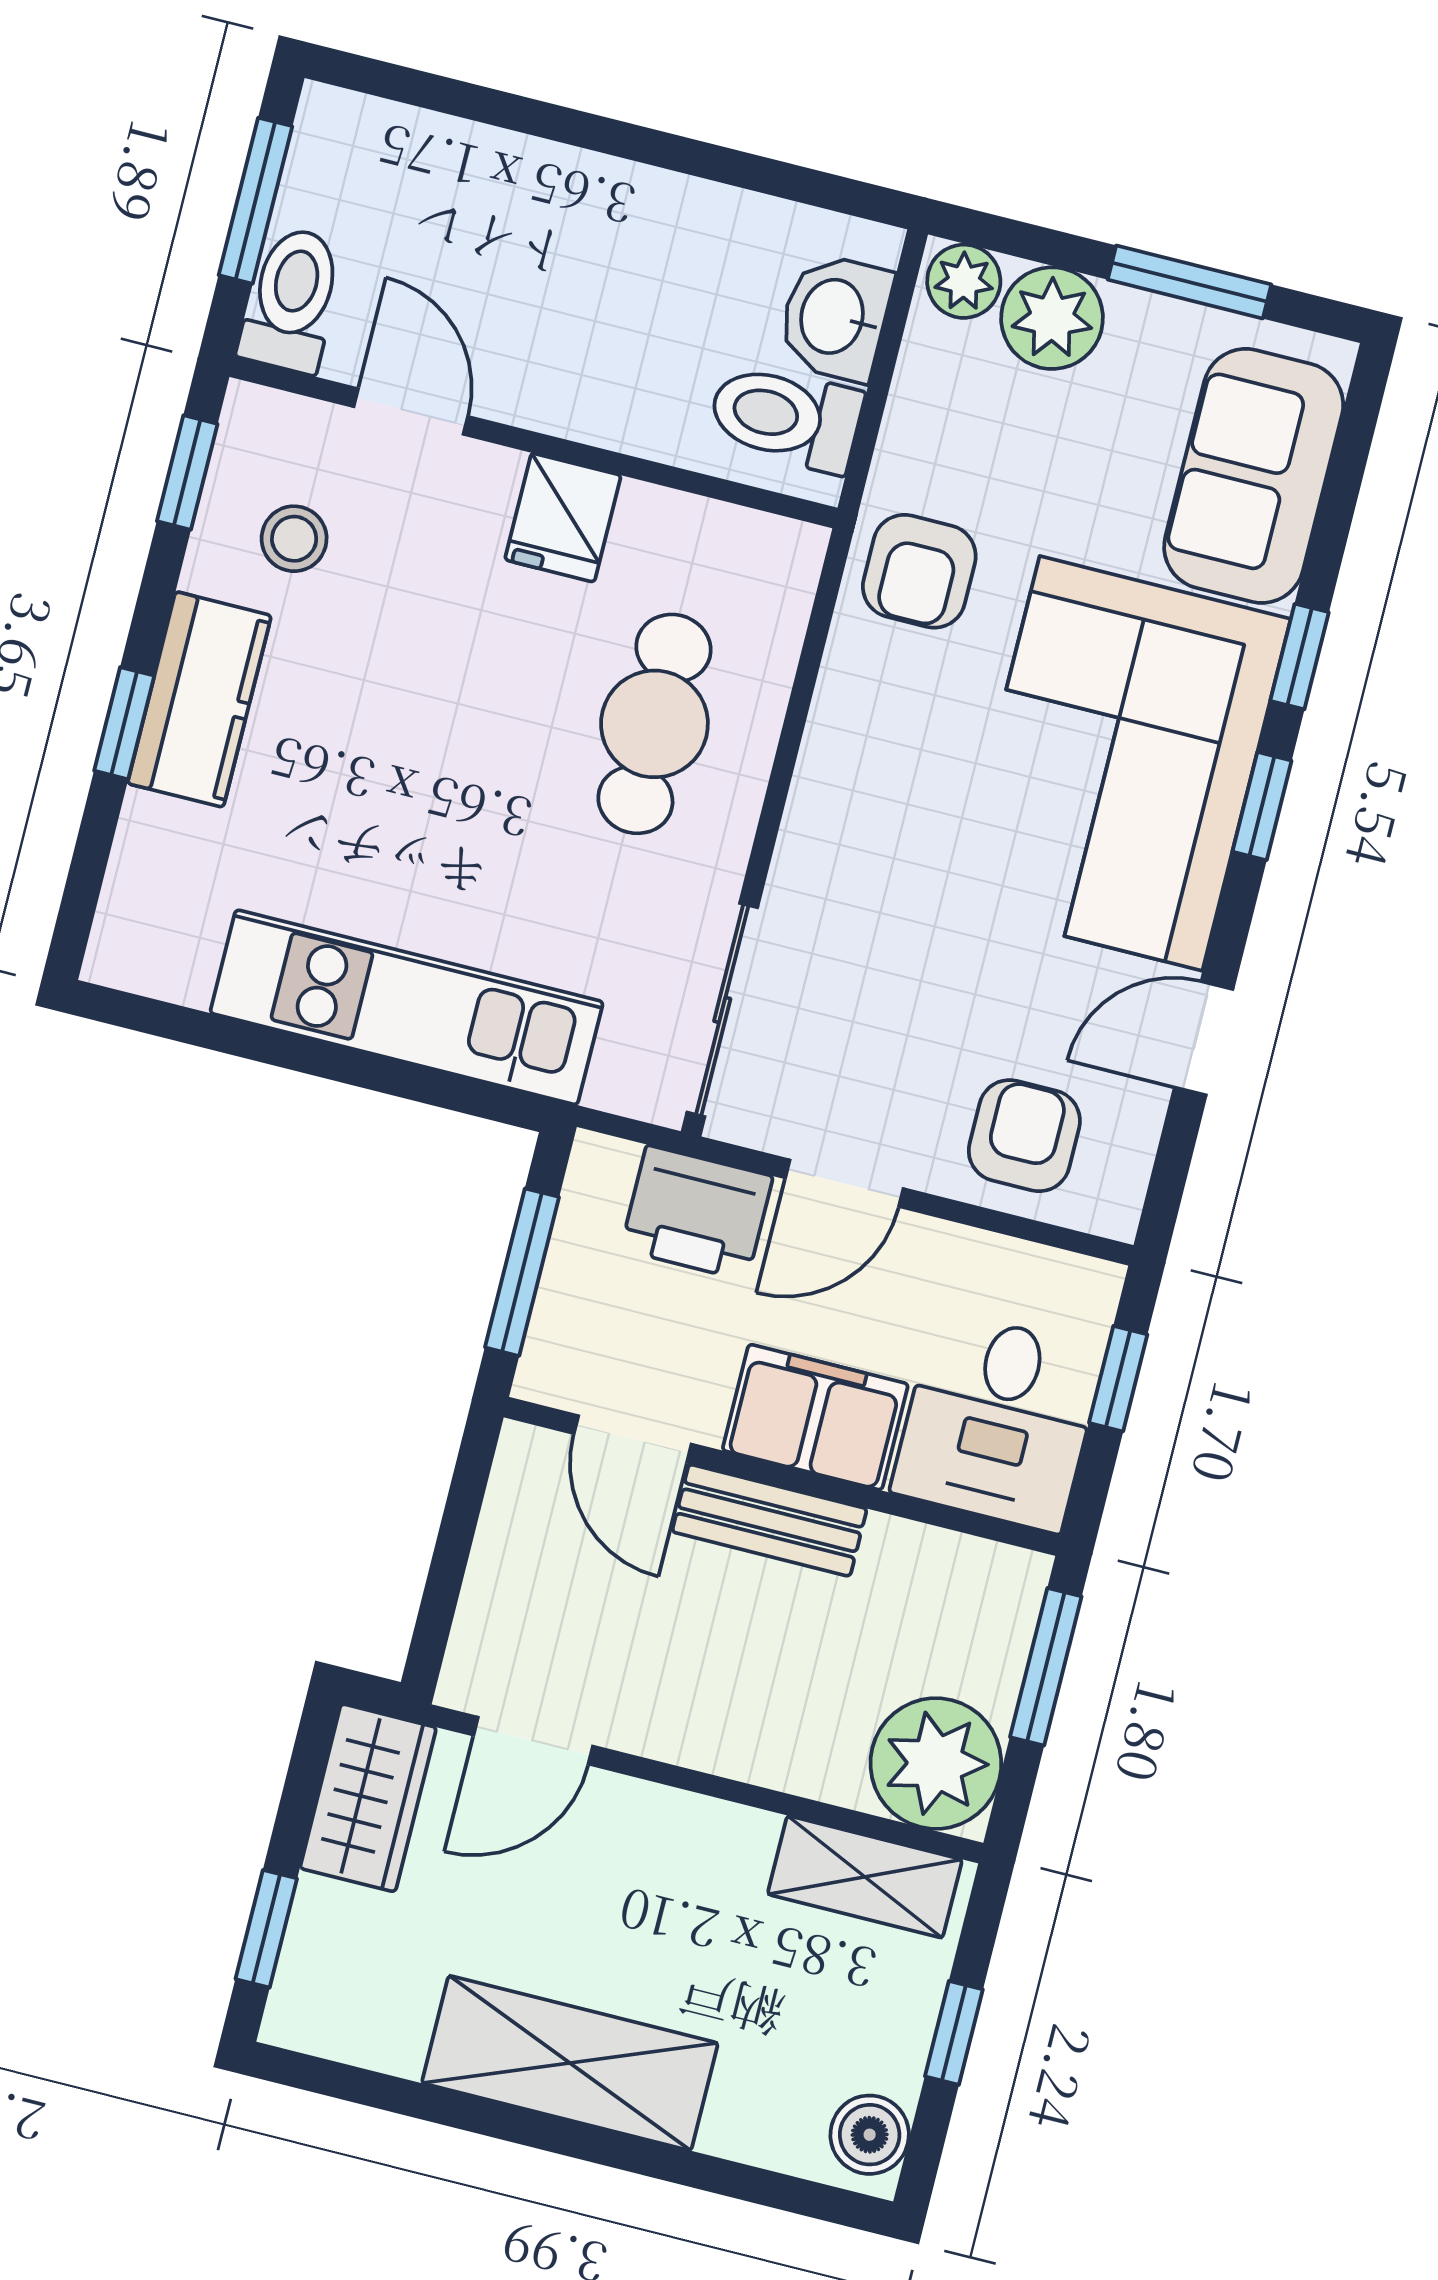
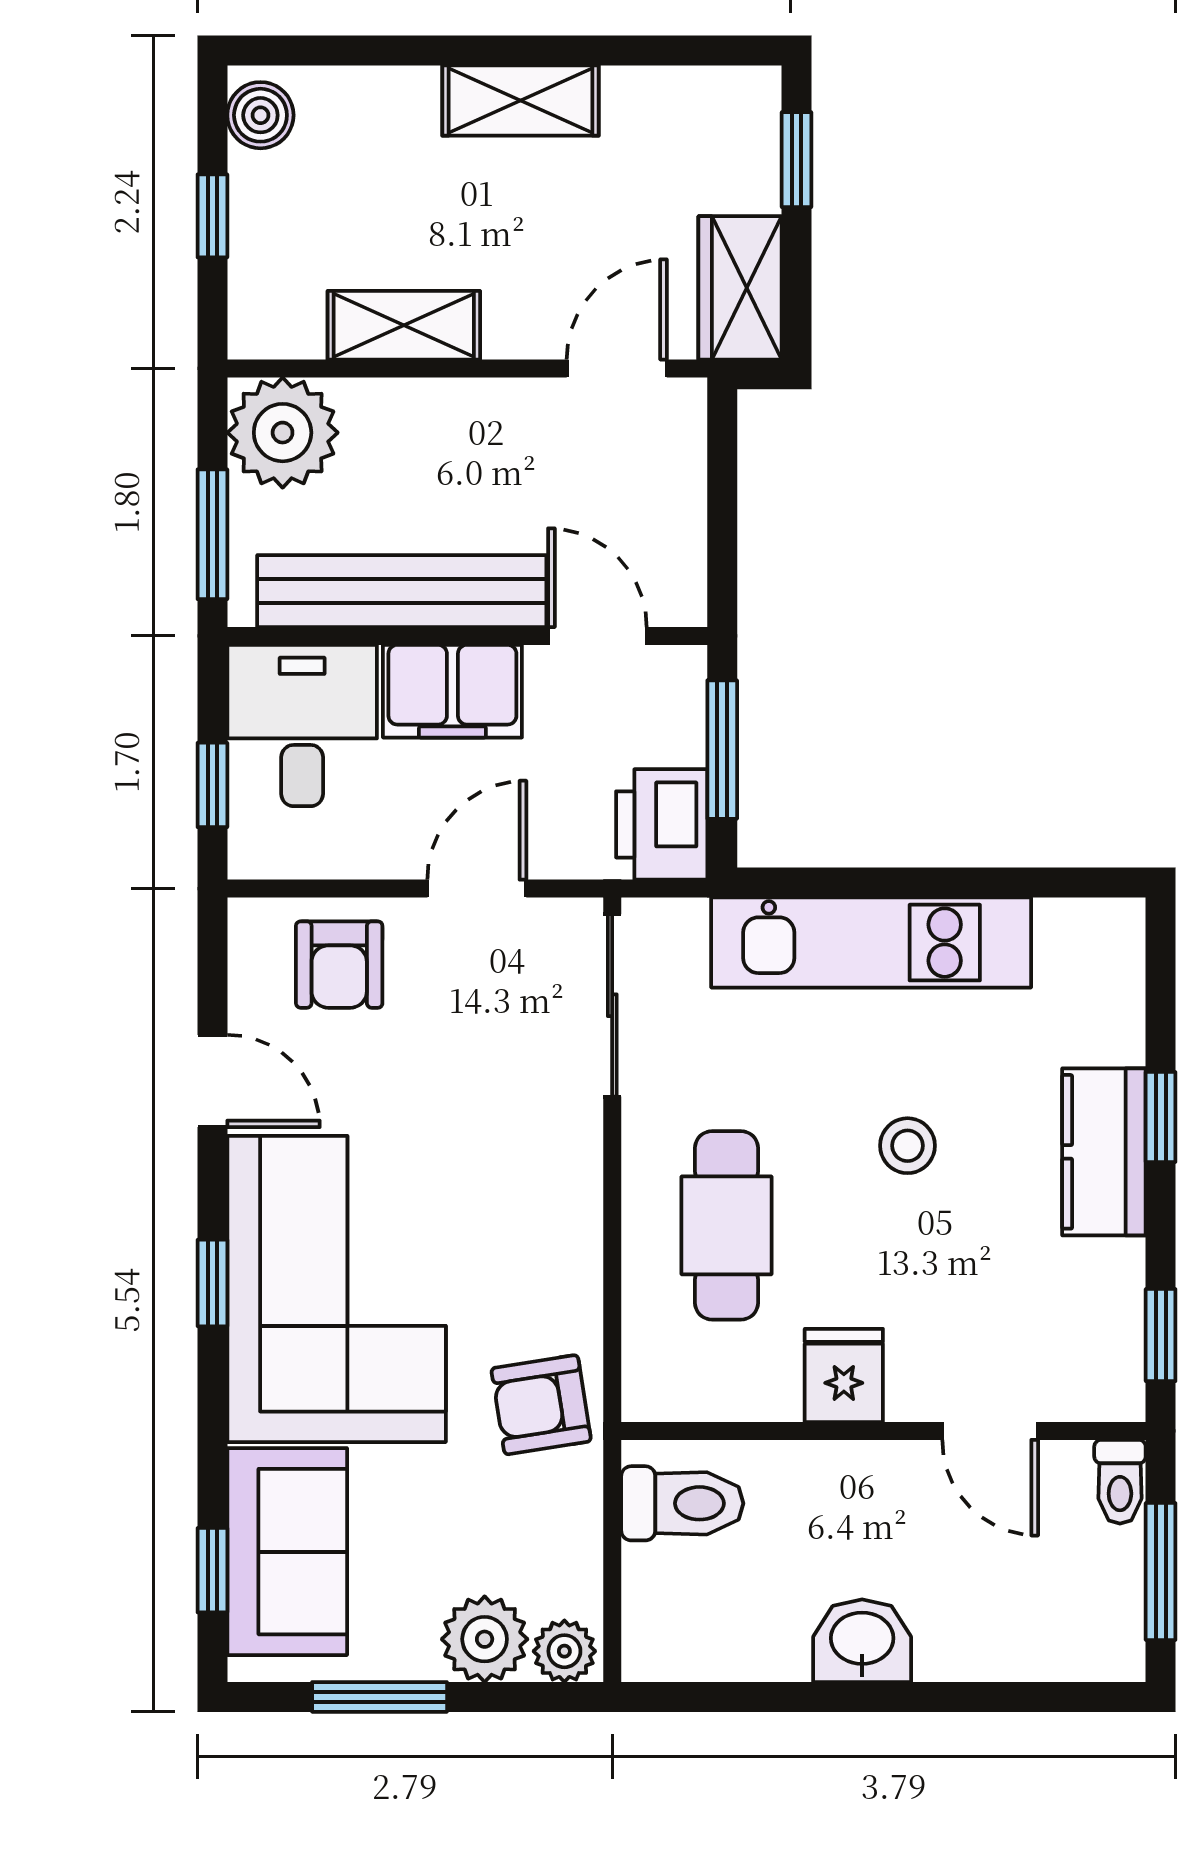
toilet: (292, 300) -> (1120, 1482), width x0.73, depth x0.72
washbasin: (835, 317) -> (862, 1641), moved, turned -90
stool: (294, 539) -> (908, 1146), moved
armchair: (919, 571) -> (541, 1405), turned -99
window: (1300, 657) -> (212, 1570), moved
door: (1204, 1038) -> (212, 1081), hinge flipped
printer: (697, 1213) -> (662, 824), moved, turned -90
bench: (769, 1520) -> (402, 591), width x1.86, depth x1.21
shelving: (865, 1877) -> (404, 325), moved
shelving: (570, 2063) -> (521, 100), width x0.67, depth x0.75

